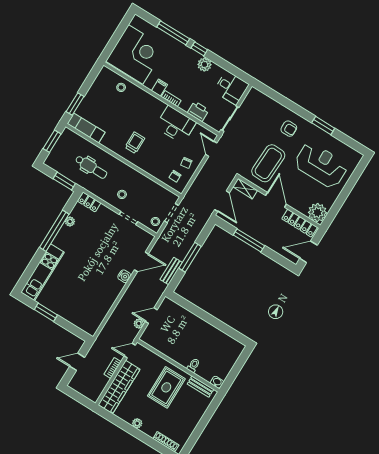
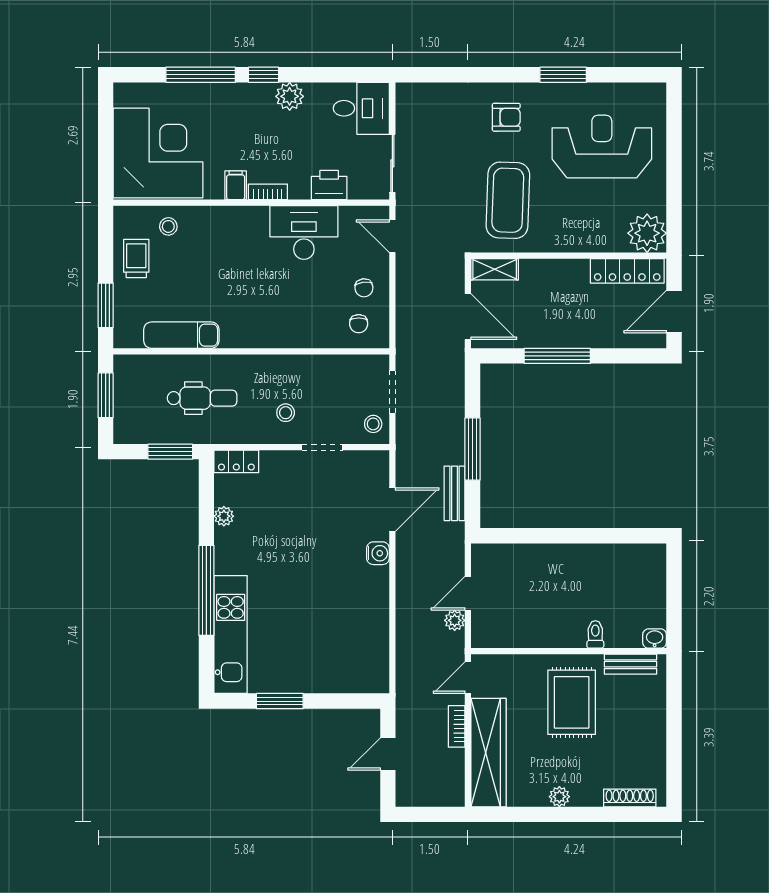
exam couch: (86, 128) -> (181, 335), moved
trolley: (135, 143) -> (136, 258), moved
door: (276, 200) -> (561, 256), removed
window: (54, 231) -> (206, 590), moved

